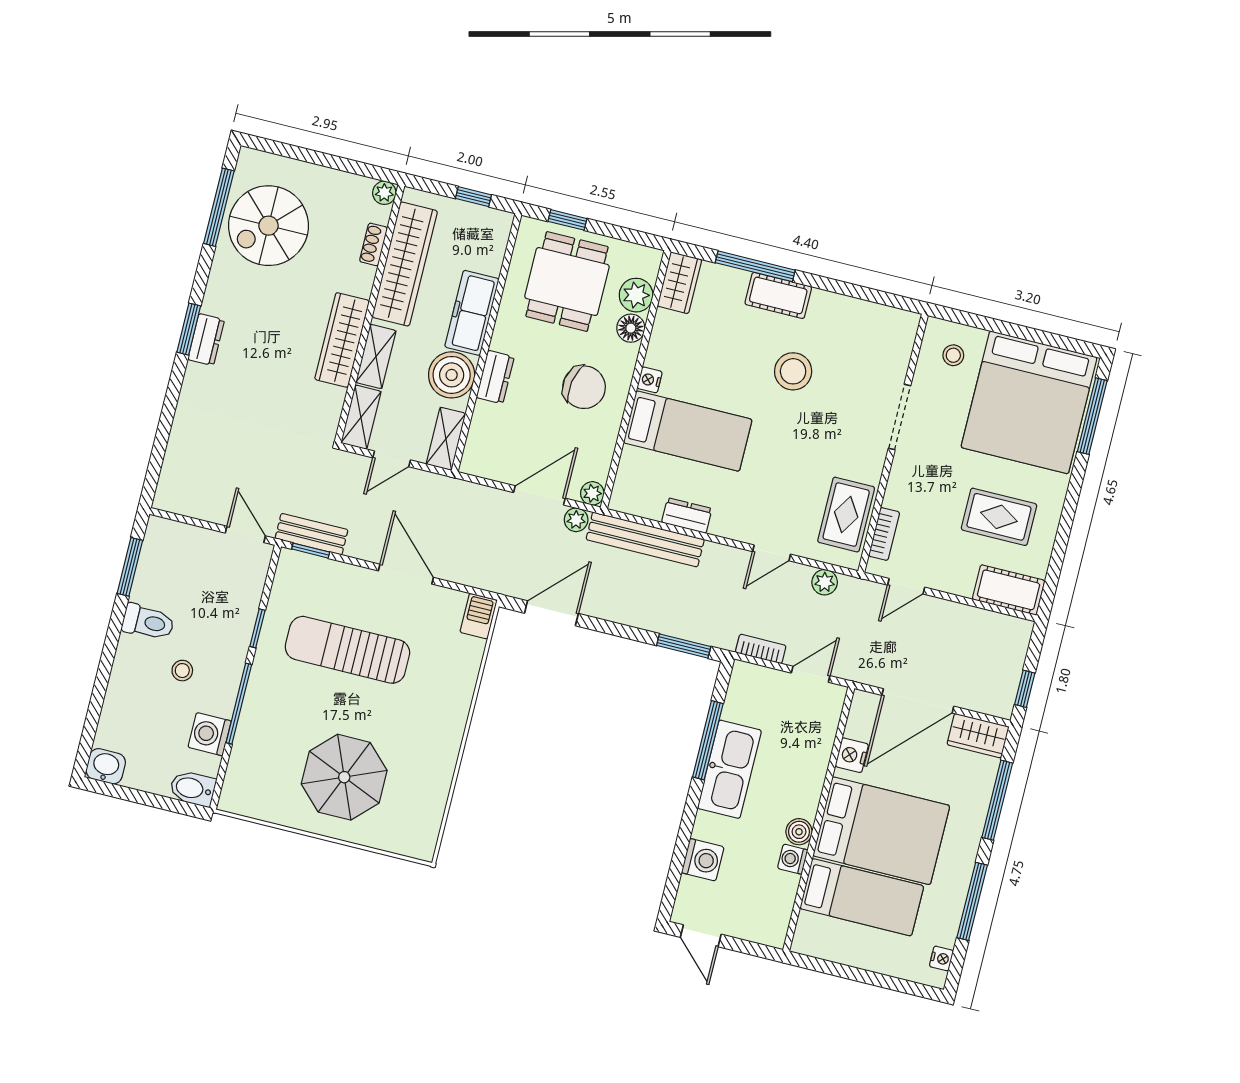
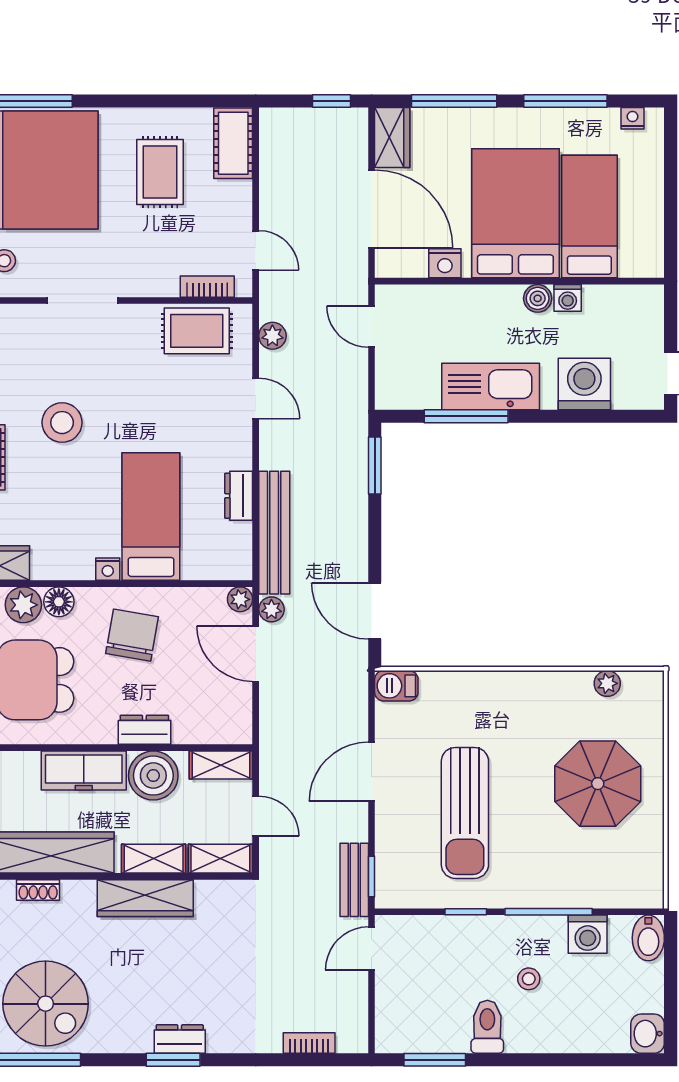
bookcase: (761, 649) -> (309, 1043), moved, turned 90
plant: (433, 808) -> (607, 683), added
washing machine: (703, 860) -> (584, 384), width x1.37, depth x1.37

